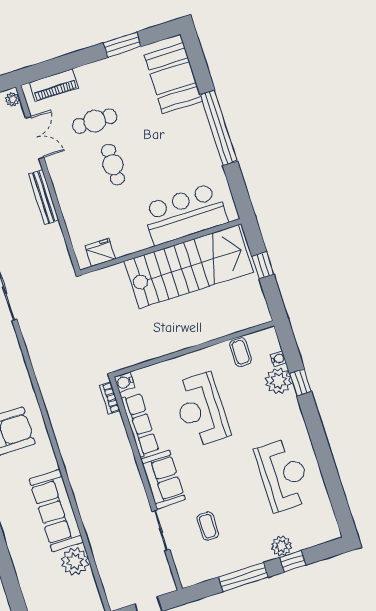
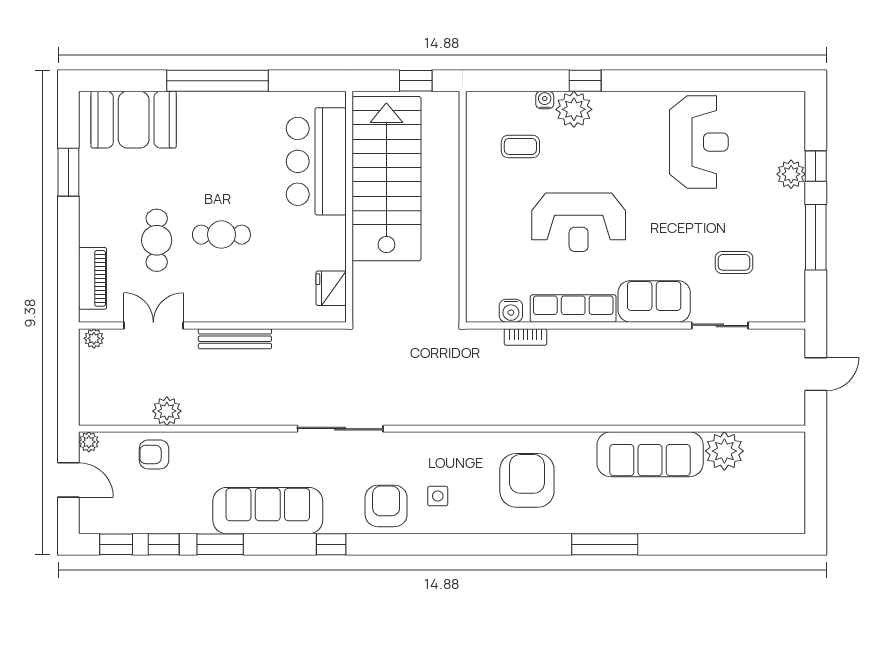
wall: (193, 349) -> (463, 207), moved
reception desk: (283, 475) -> (699, 142), turned 90

